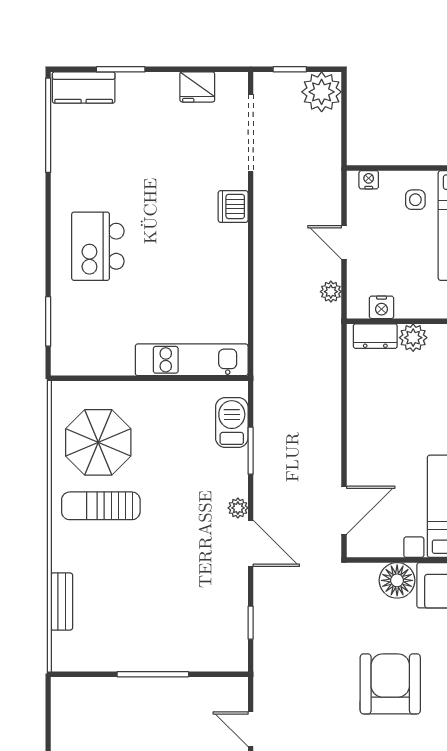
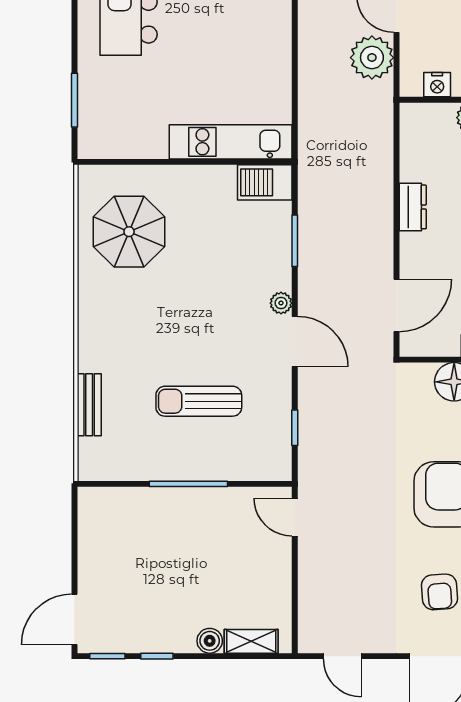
plant: (331, 292) -> (372, 58), width x1.87, depth x1.87
dresser: (375, 336) -> (413, 207), moved, turned -90
barbecue: (232, 423) -> (265, 182), moved, turned -90
sun lounger: (101, 506) -> (199, 401), moved
door: (251, 729) -> (295, 517), moved

